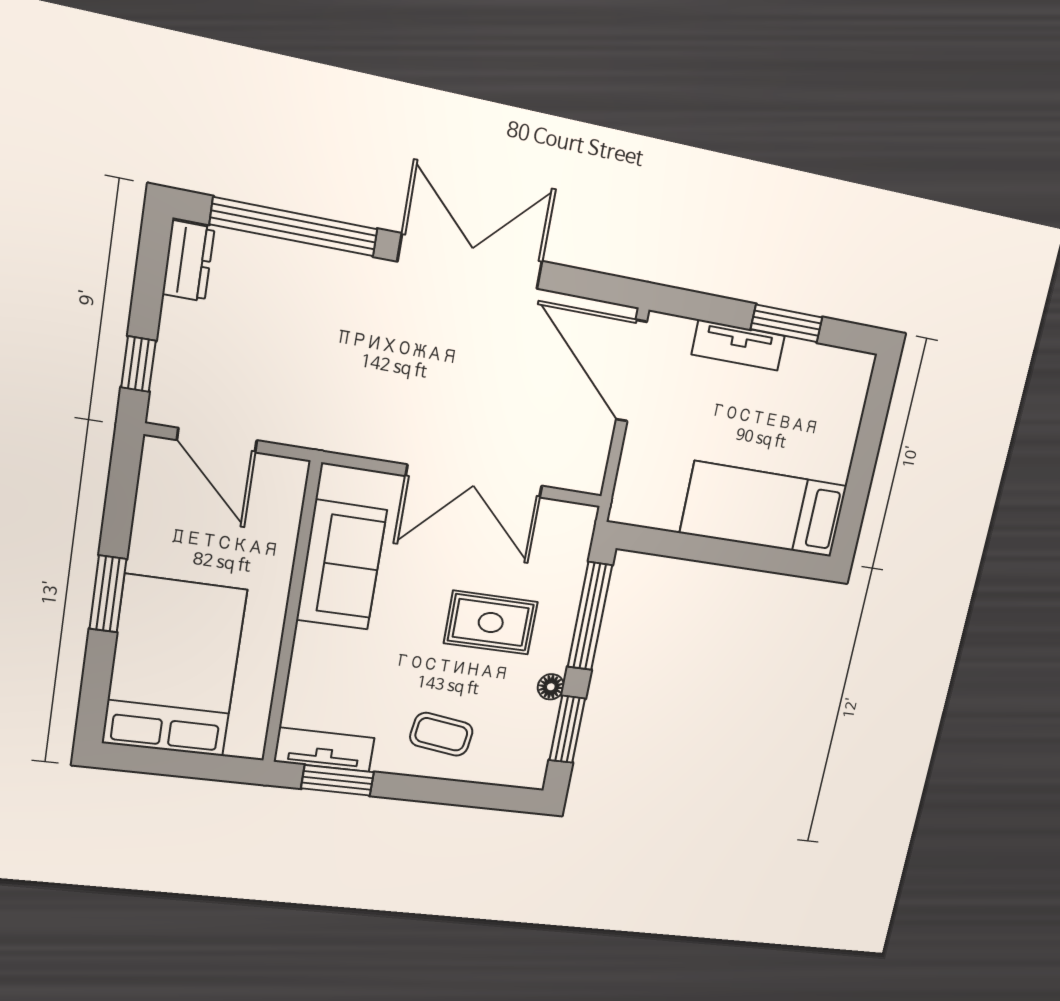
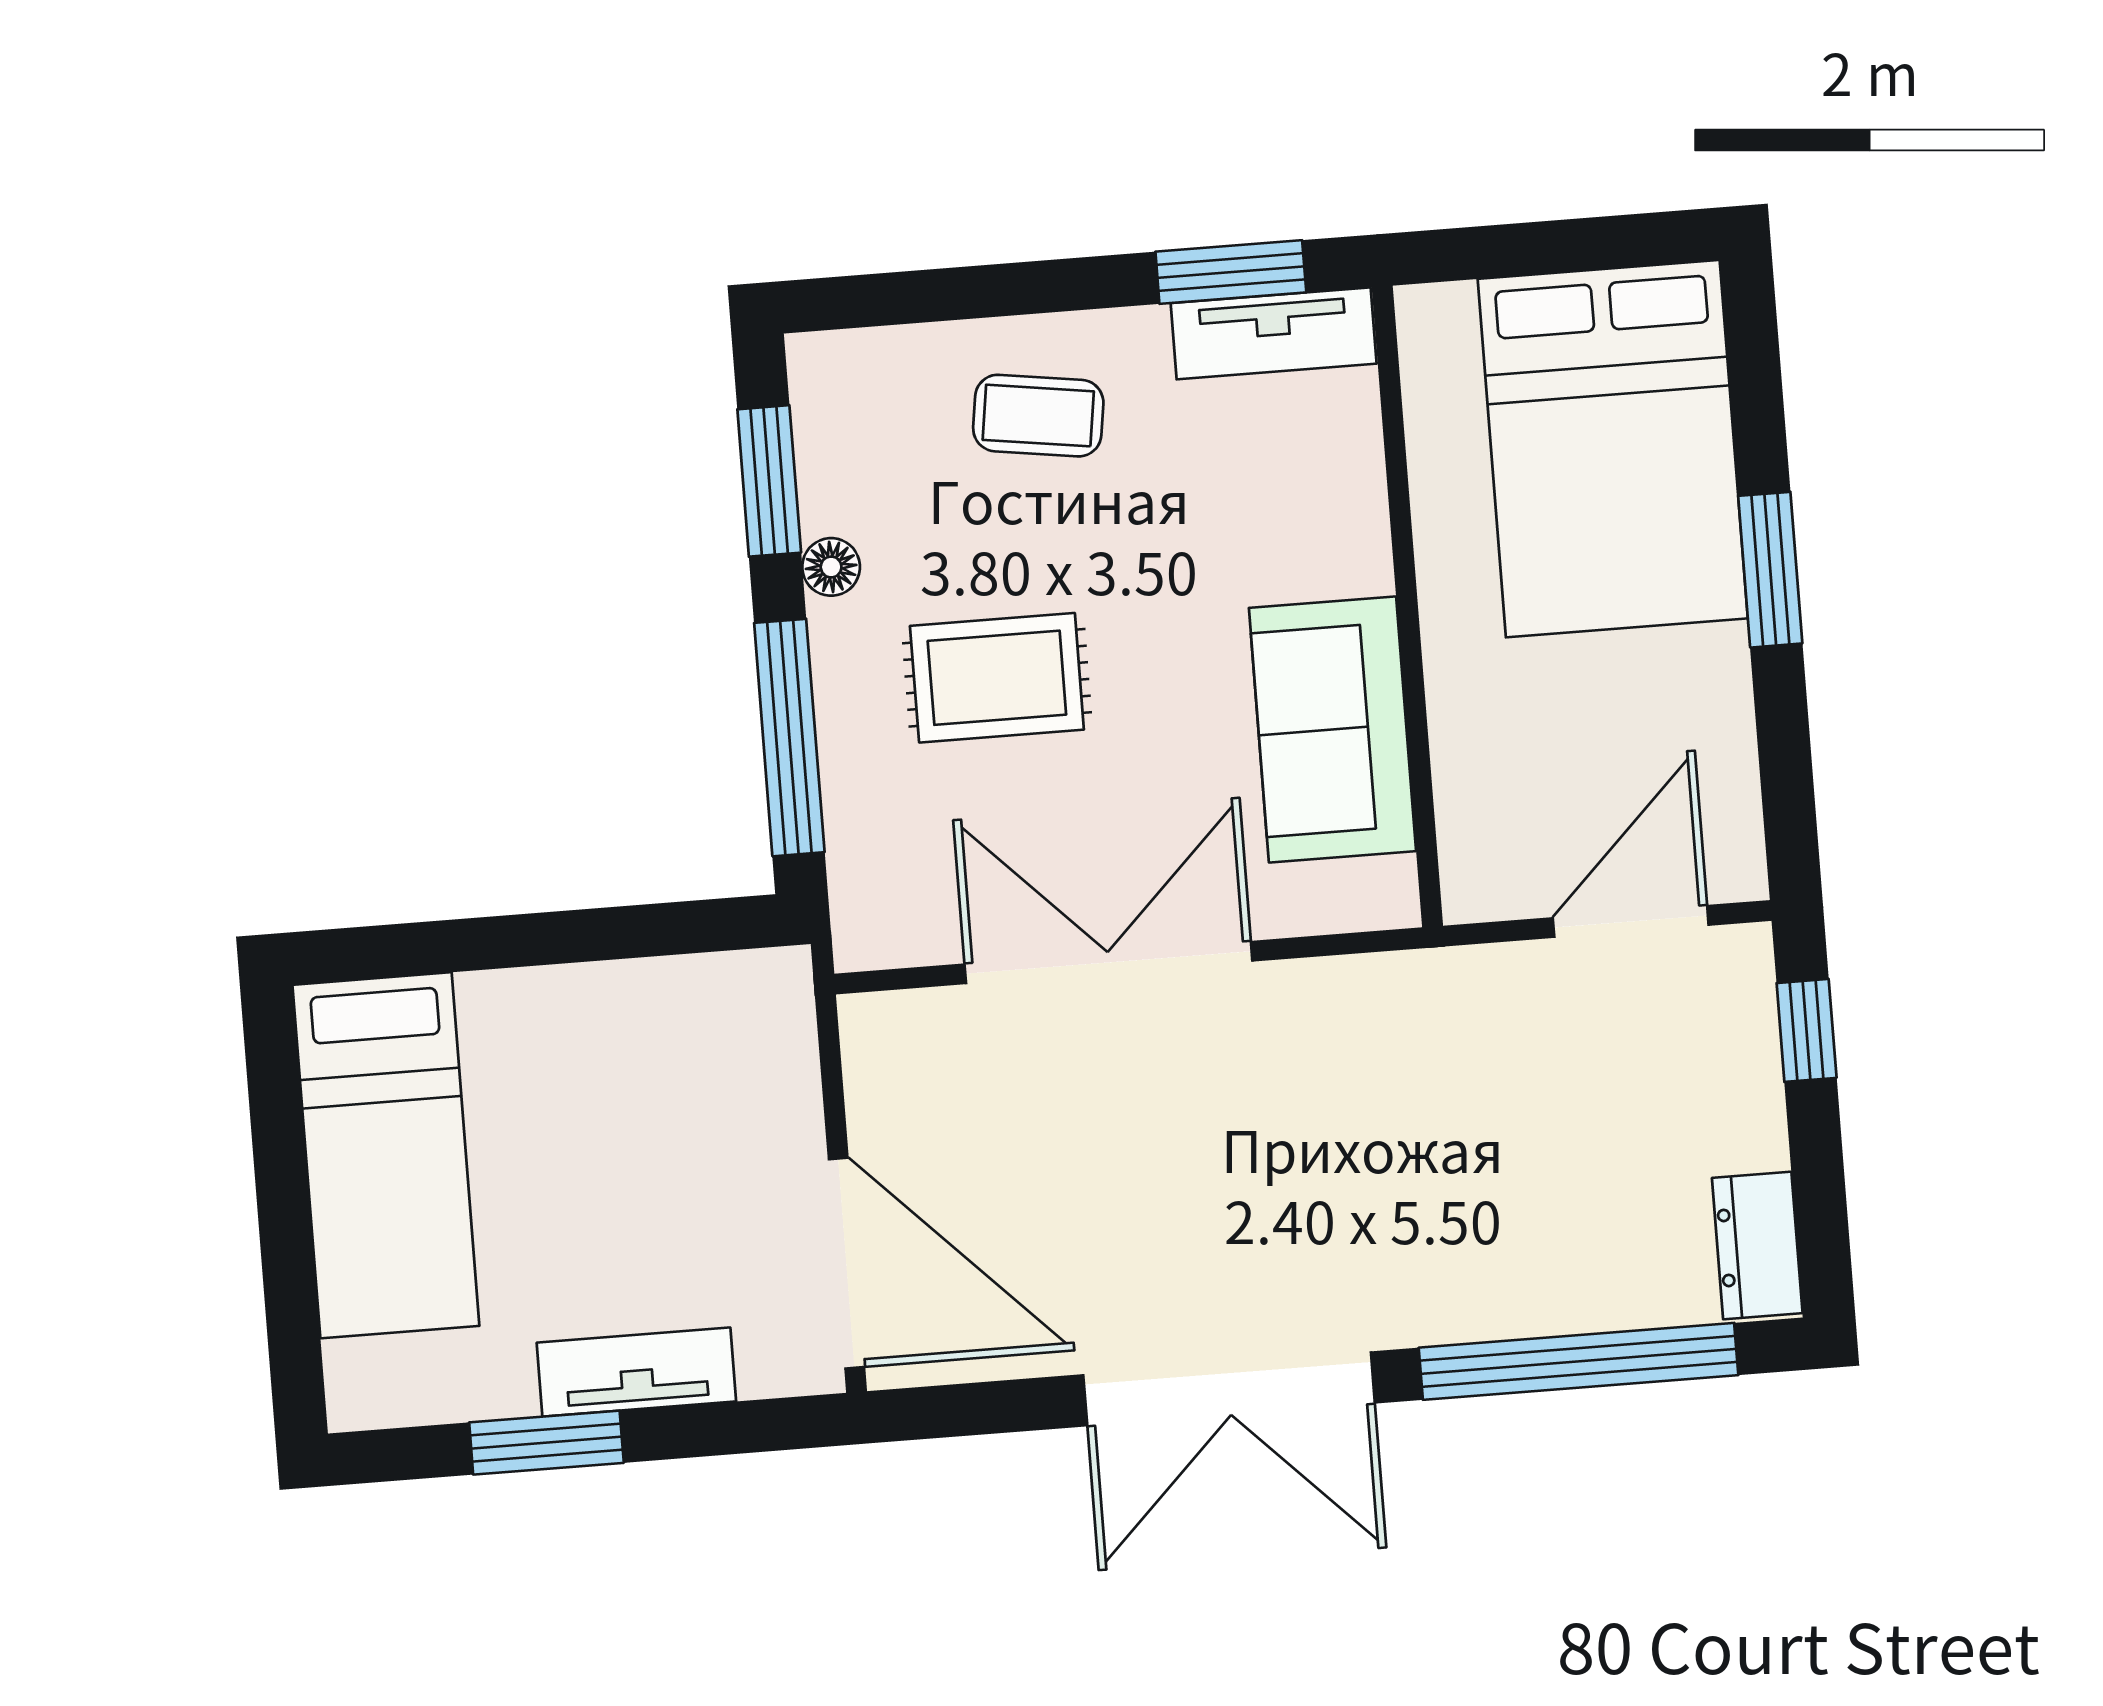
door: (217, 440) -> (1631, 921), hinge flipped
bed: (764, 509) -> (386, 1155), moved, turned 90

